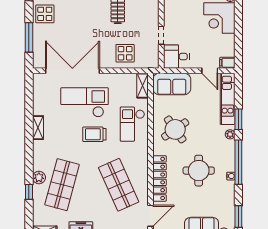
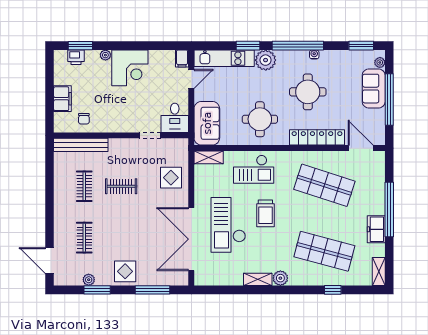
round table: (175, 129) -> (260, 119), turned 35
plant: (230, 134) -> (266, 60), width x1.88, depth x1.88
plant: (39, 177) -> (280, 278), moved
shop shelf: (119, 185) -> (324, 185), turned 42

